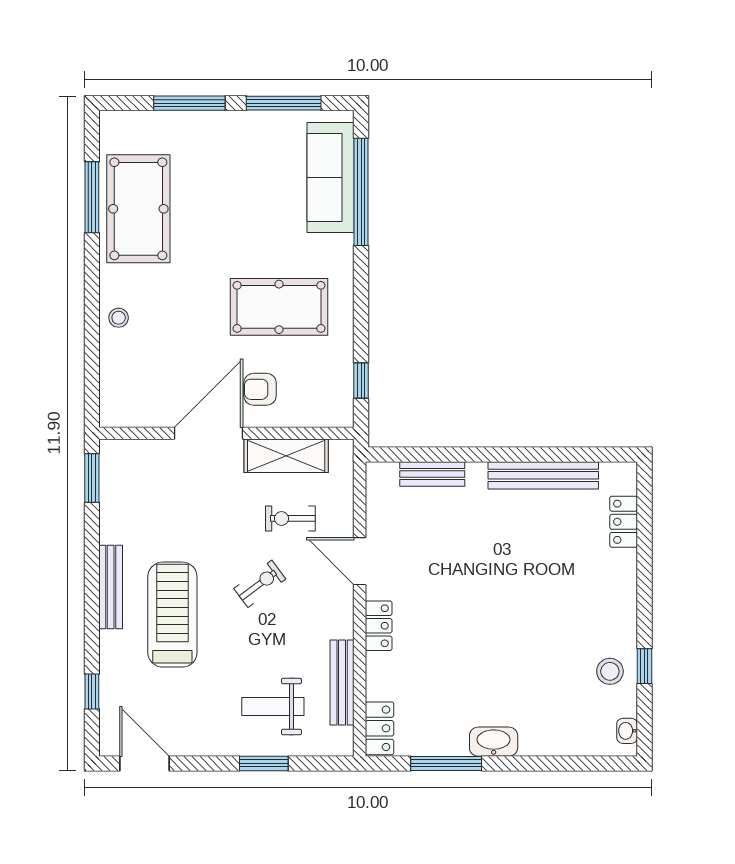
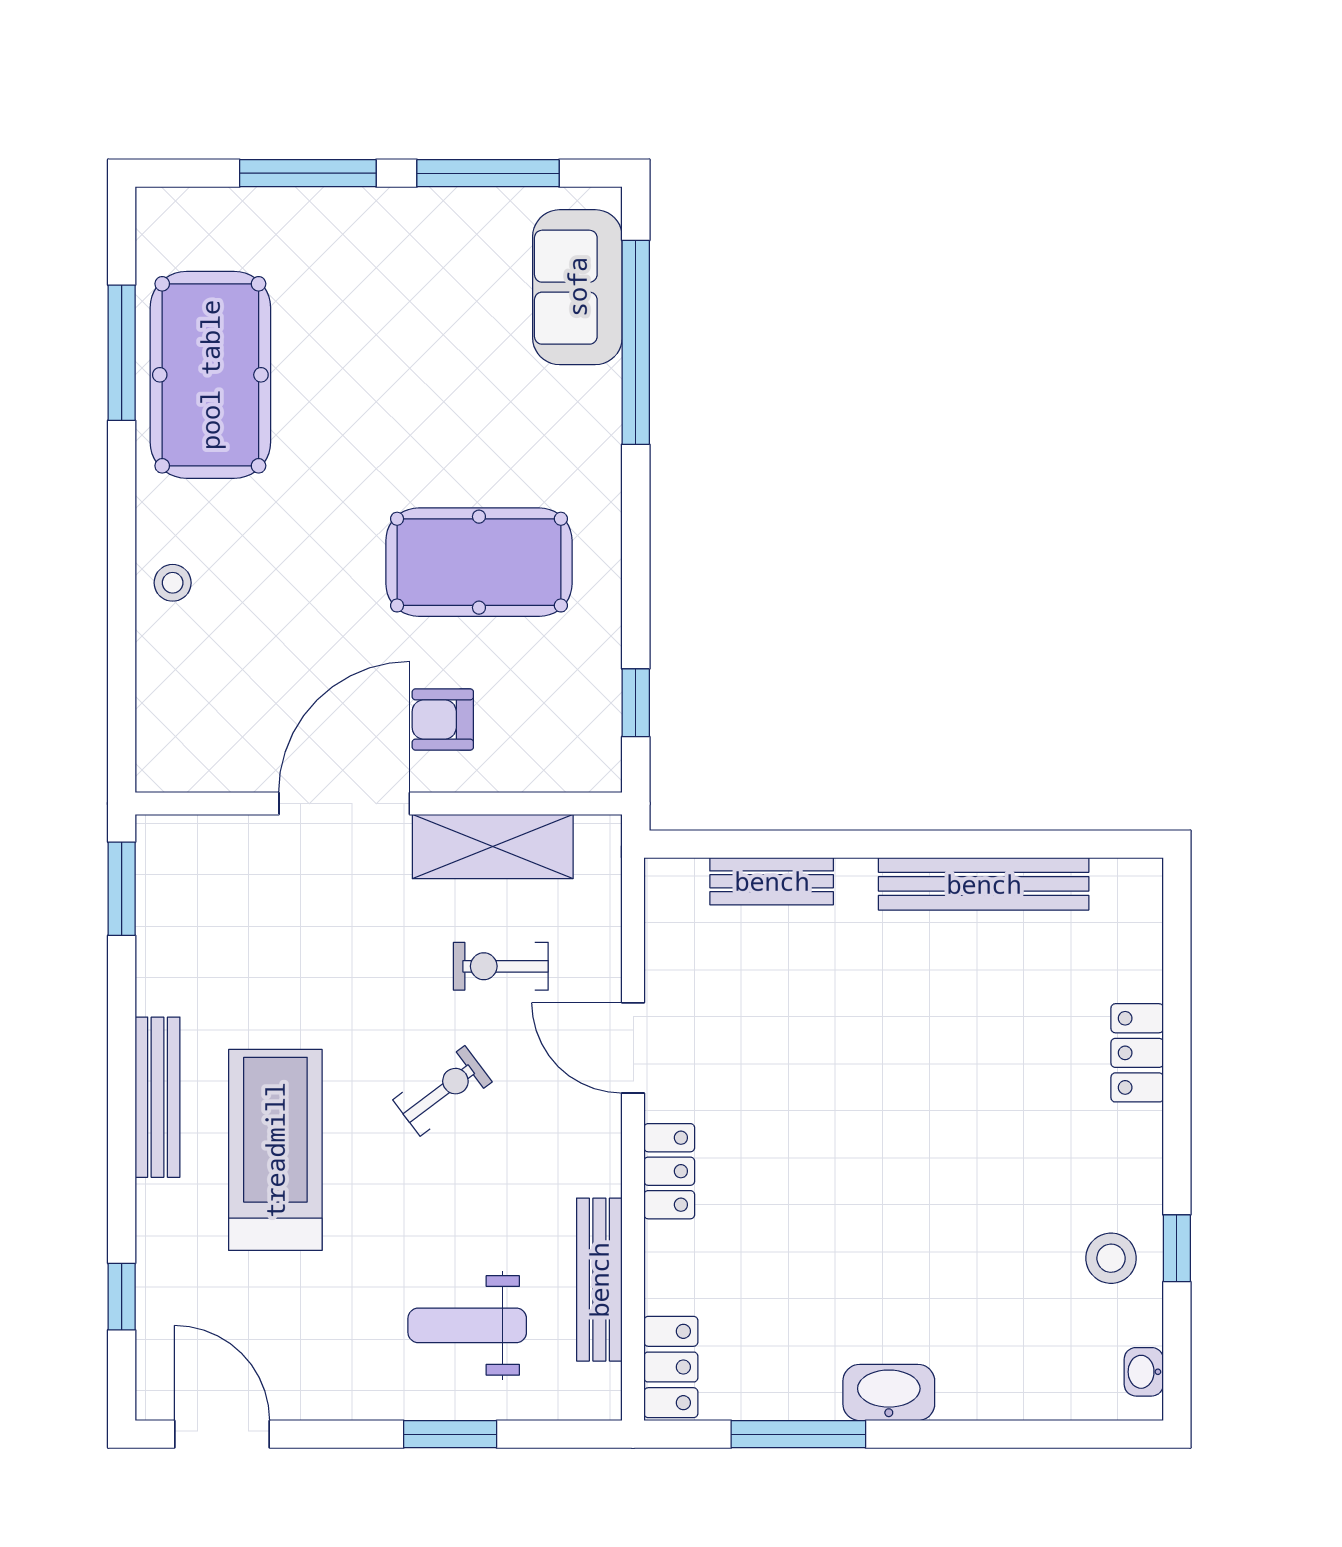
sofa: (331, 178) -> (577, 287), width x0.73
locker: (624, 522) -> (1137, 1053), moved

